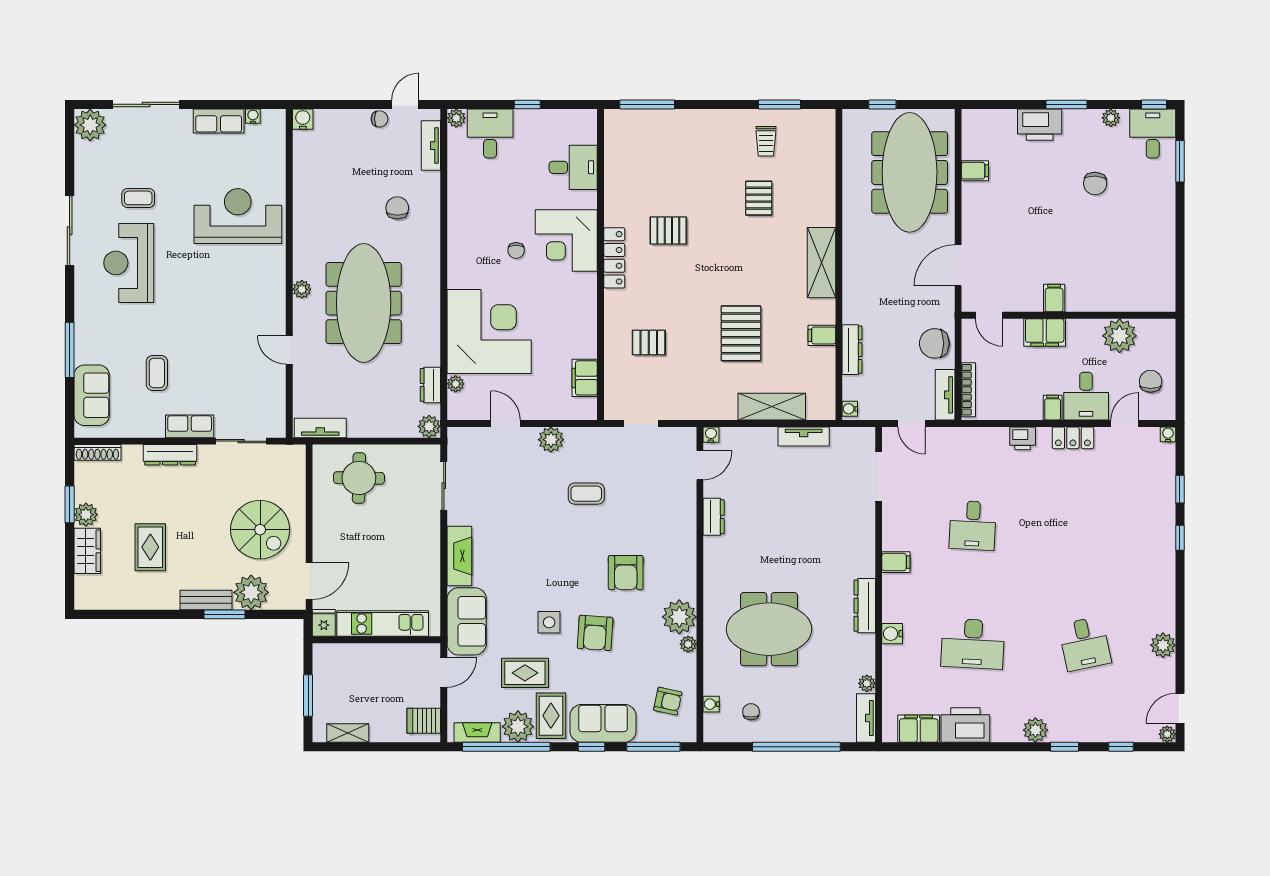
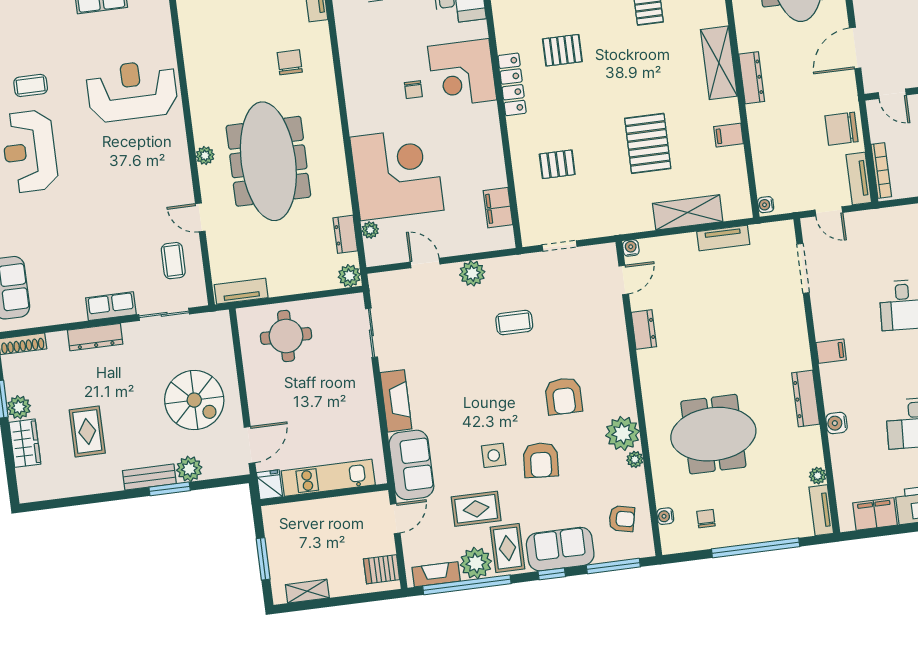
dresser: (852, 350) -> (752, 78), moved
coffee table: (157, 373) -> (173, 261), moved
plant: (251, 592) -> (189, 469), width x0.73, depth x0.73

